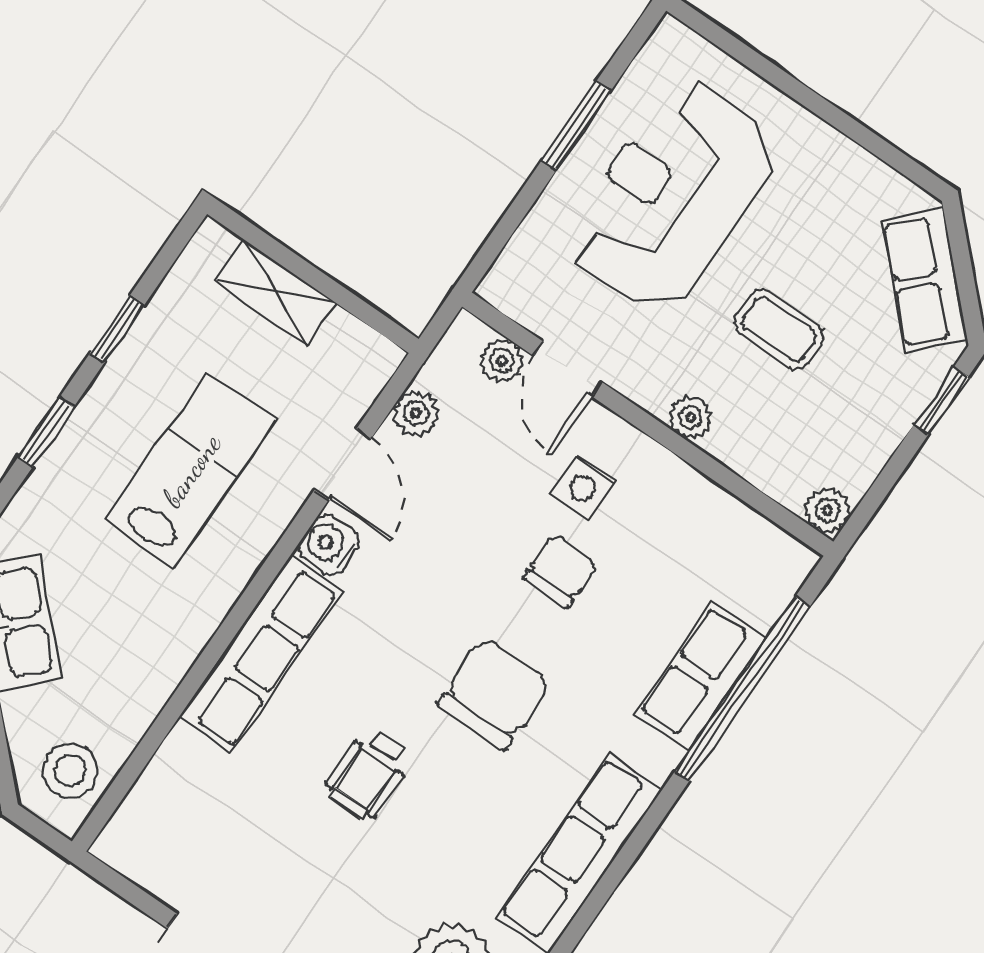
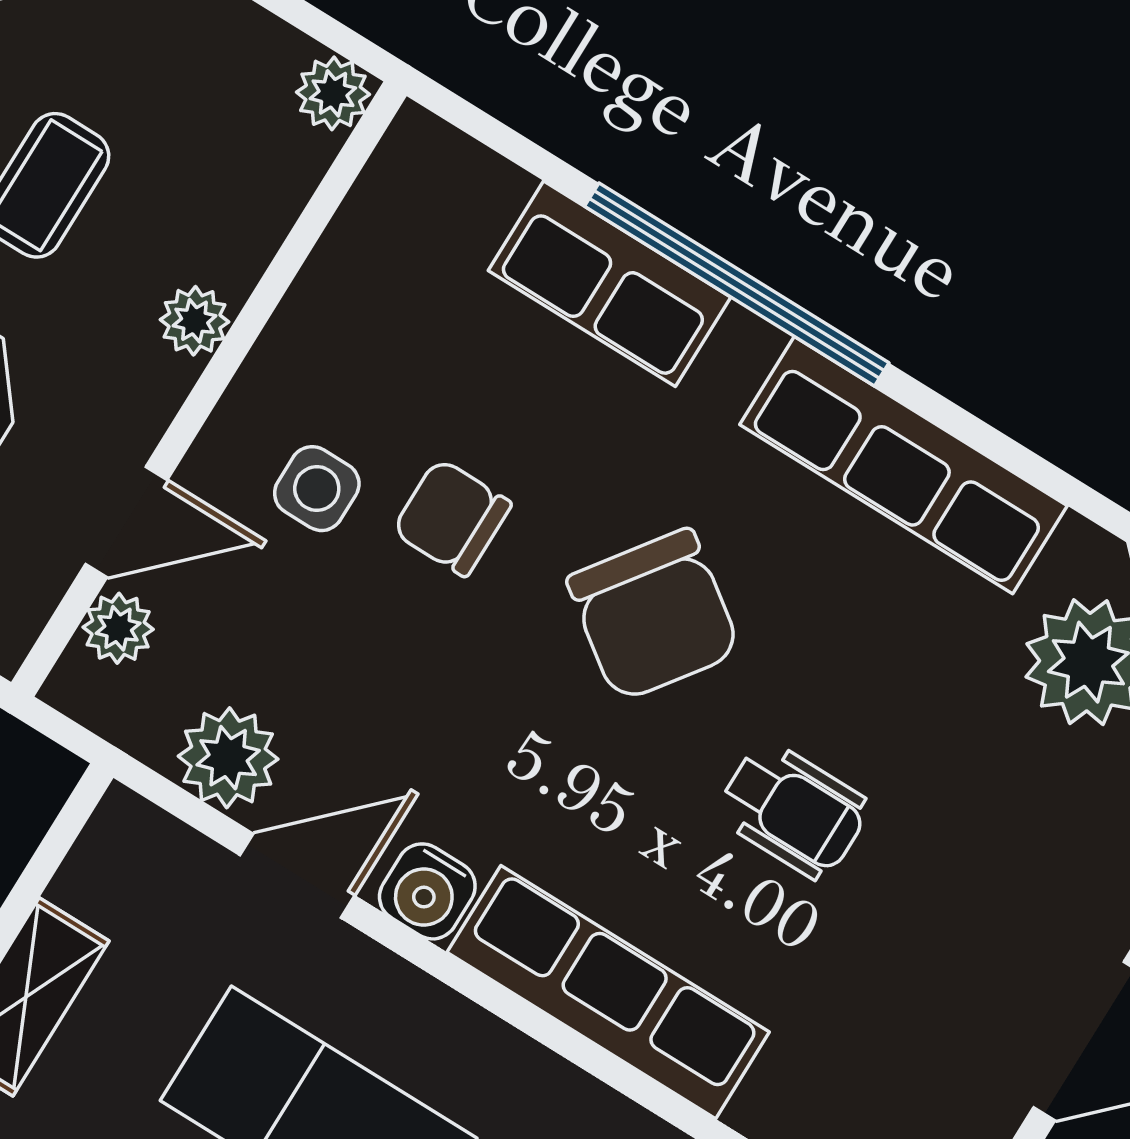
plant: (416, 413) -> (228, 758), width x1.38, depth x1.38
window: (742, 689) -> (737, 285), moved
chair: (494, 694) -> (654, 615), turned -144

